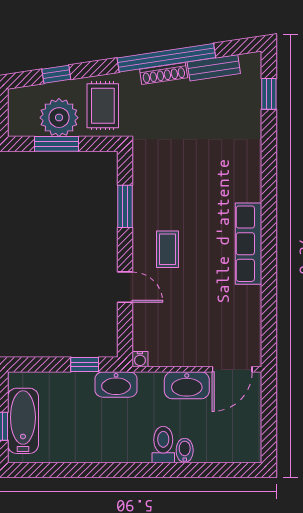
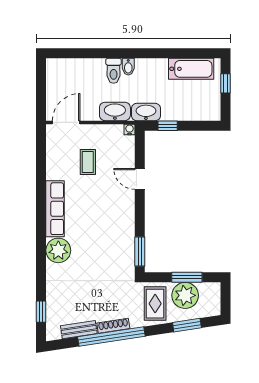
window: (56, 74) -> (187, 325), width x1.50
plant: (244, 183) -> (58, 250), added
window: (125, 206) -> (140, 251), moved
coffee table: (167, 249) -> (88, 162), moved
washbasin: (187, 385) -> (115, 111), moved
bathtub: (23, 421) -> (191, 69), moved, turned -90
bidet: (185, 450) -> (128, 67), moved

